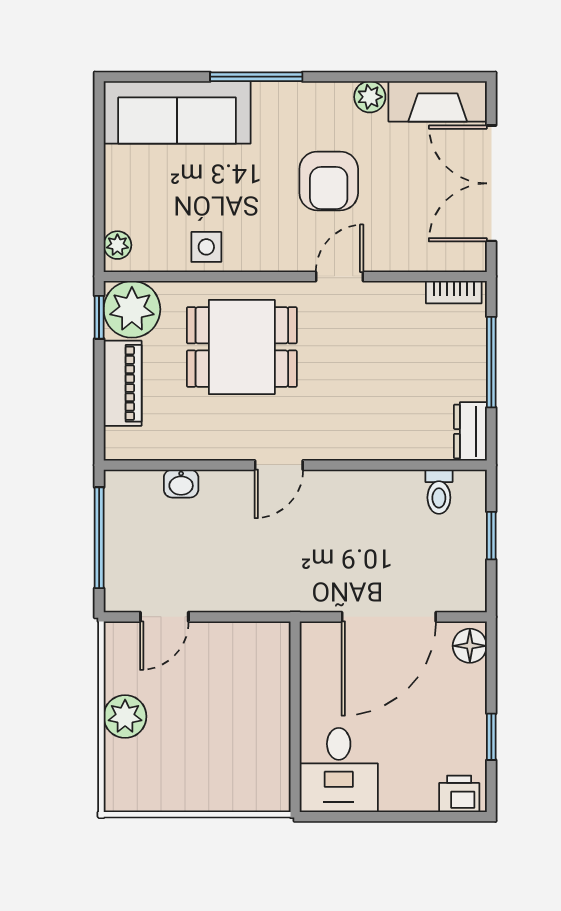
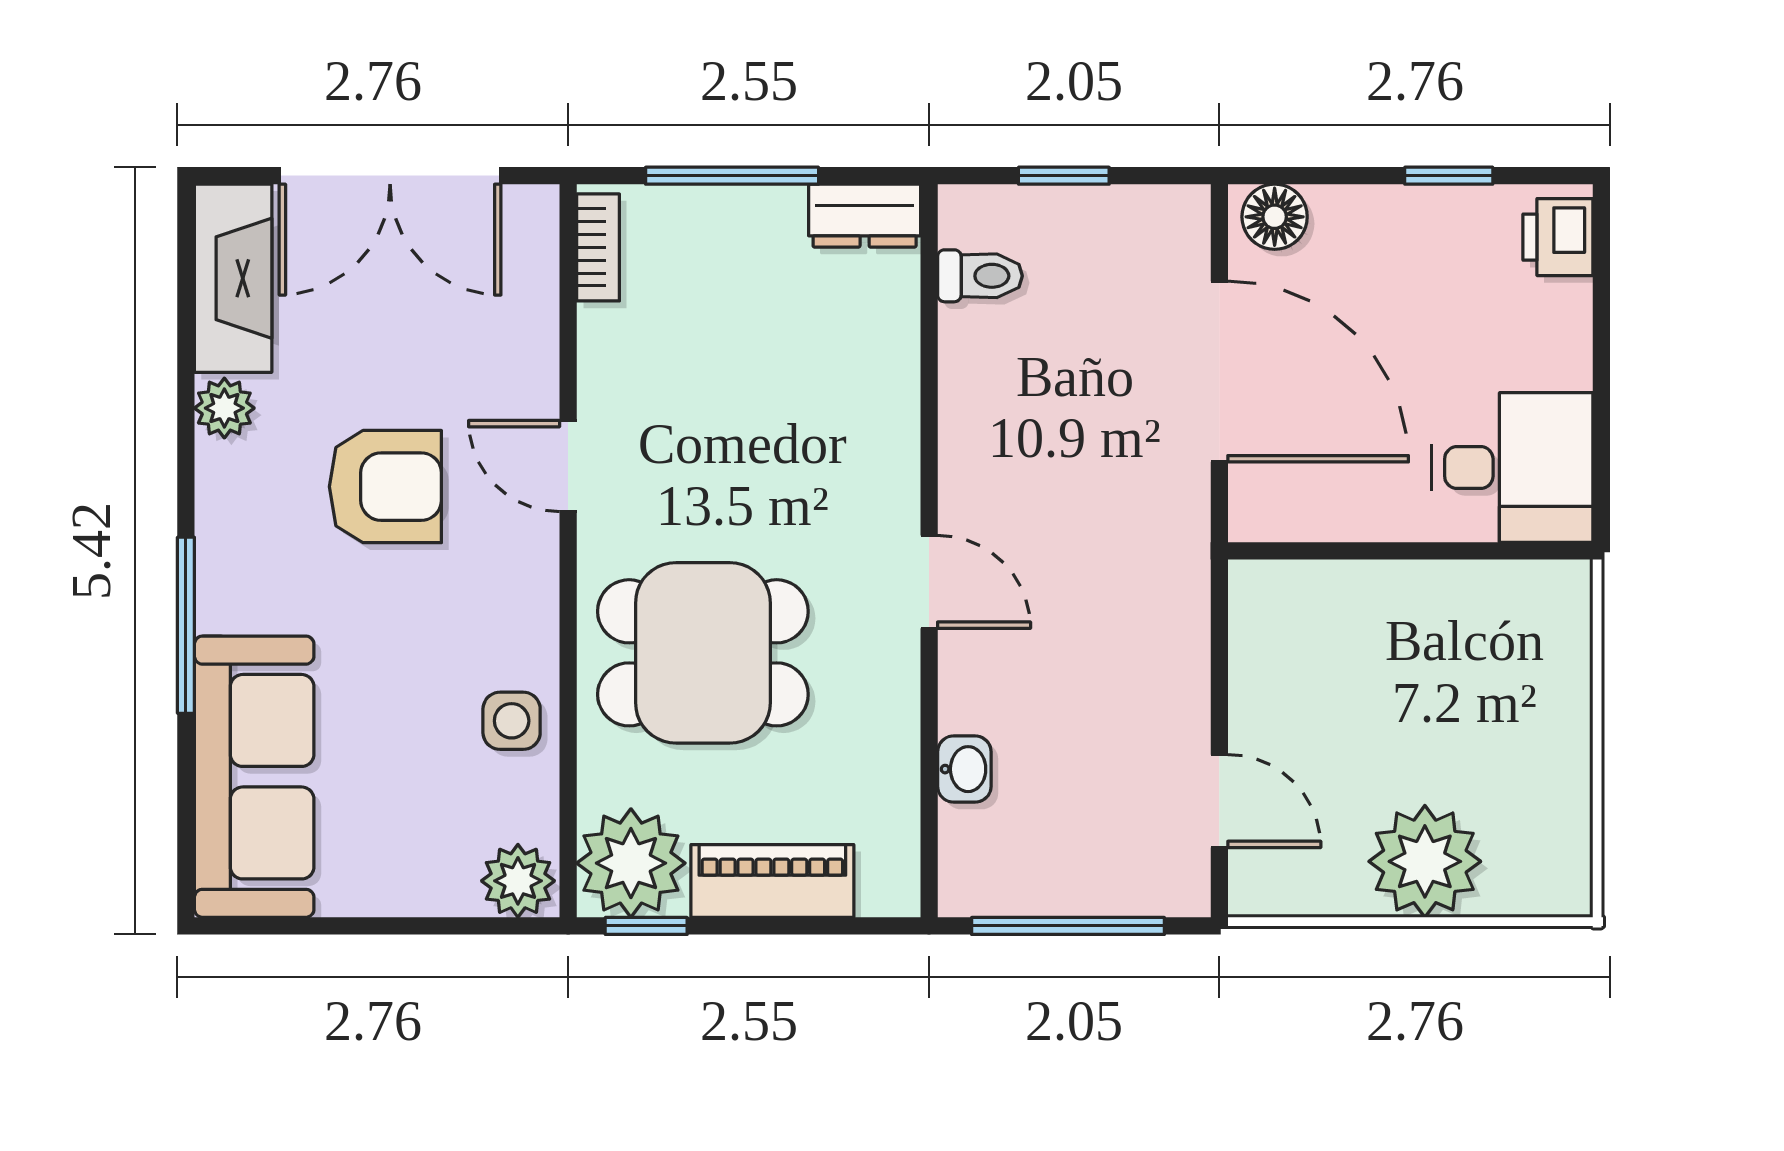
plant: (117, 245) -> (518, 881), width x1.38, depth x1.38
dining table: (242, 347) -> (703, 653), turned 90
plant: (125, 716) -> (1425, 861), width x1.36, depth x1.36

